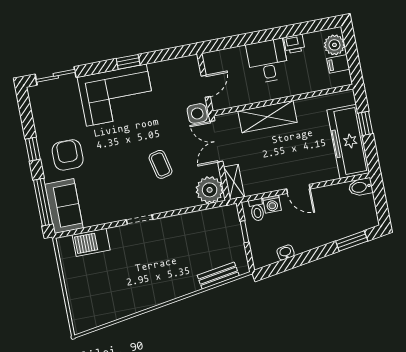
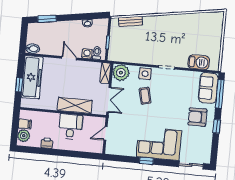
desk: (268, 61) -> (70, 127), moved, turned 180
side table: (197, 114) -> (145, 74), moved
armchair: (68, 155) -> (197, 117), turned 90

